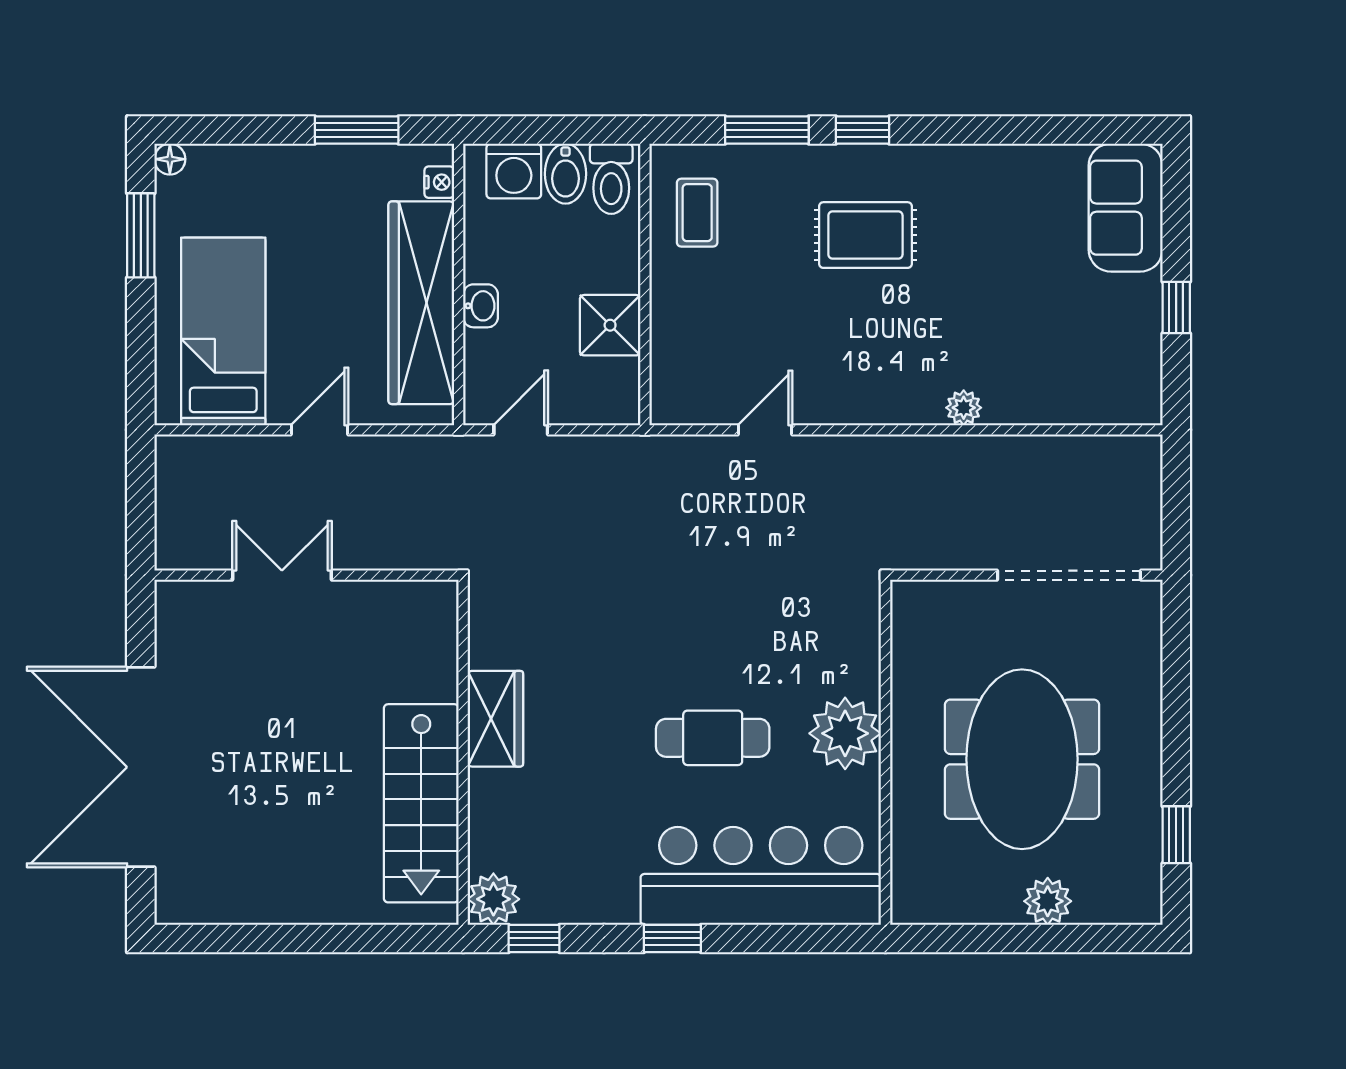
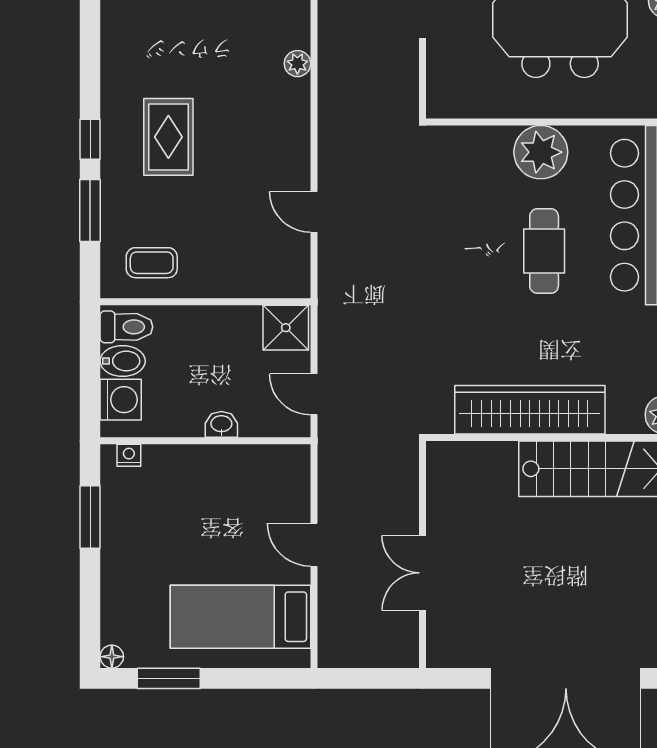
wardrobe: (421, 303) -> (219, 469), removed
shower: (610, 325) -> (286, 328), moved
wardrobe: (495, 719) -> (530, 410), width x2.10, depth x1.17

